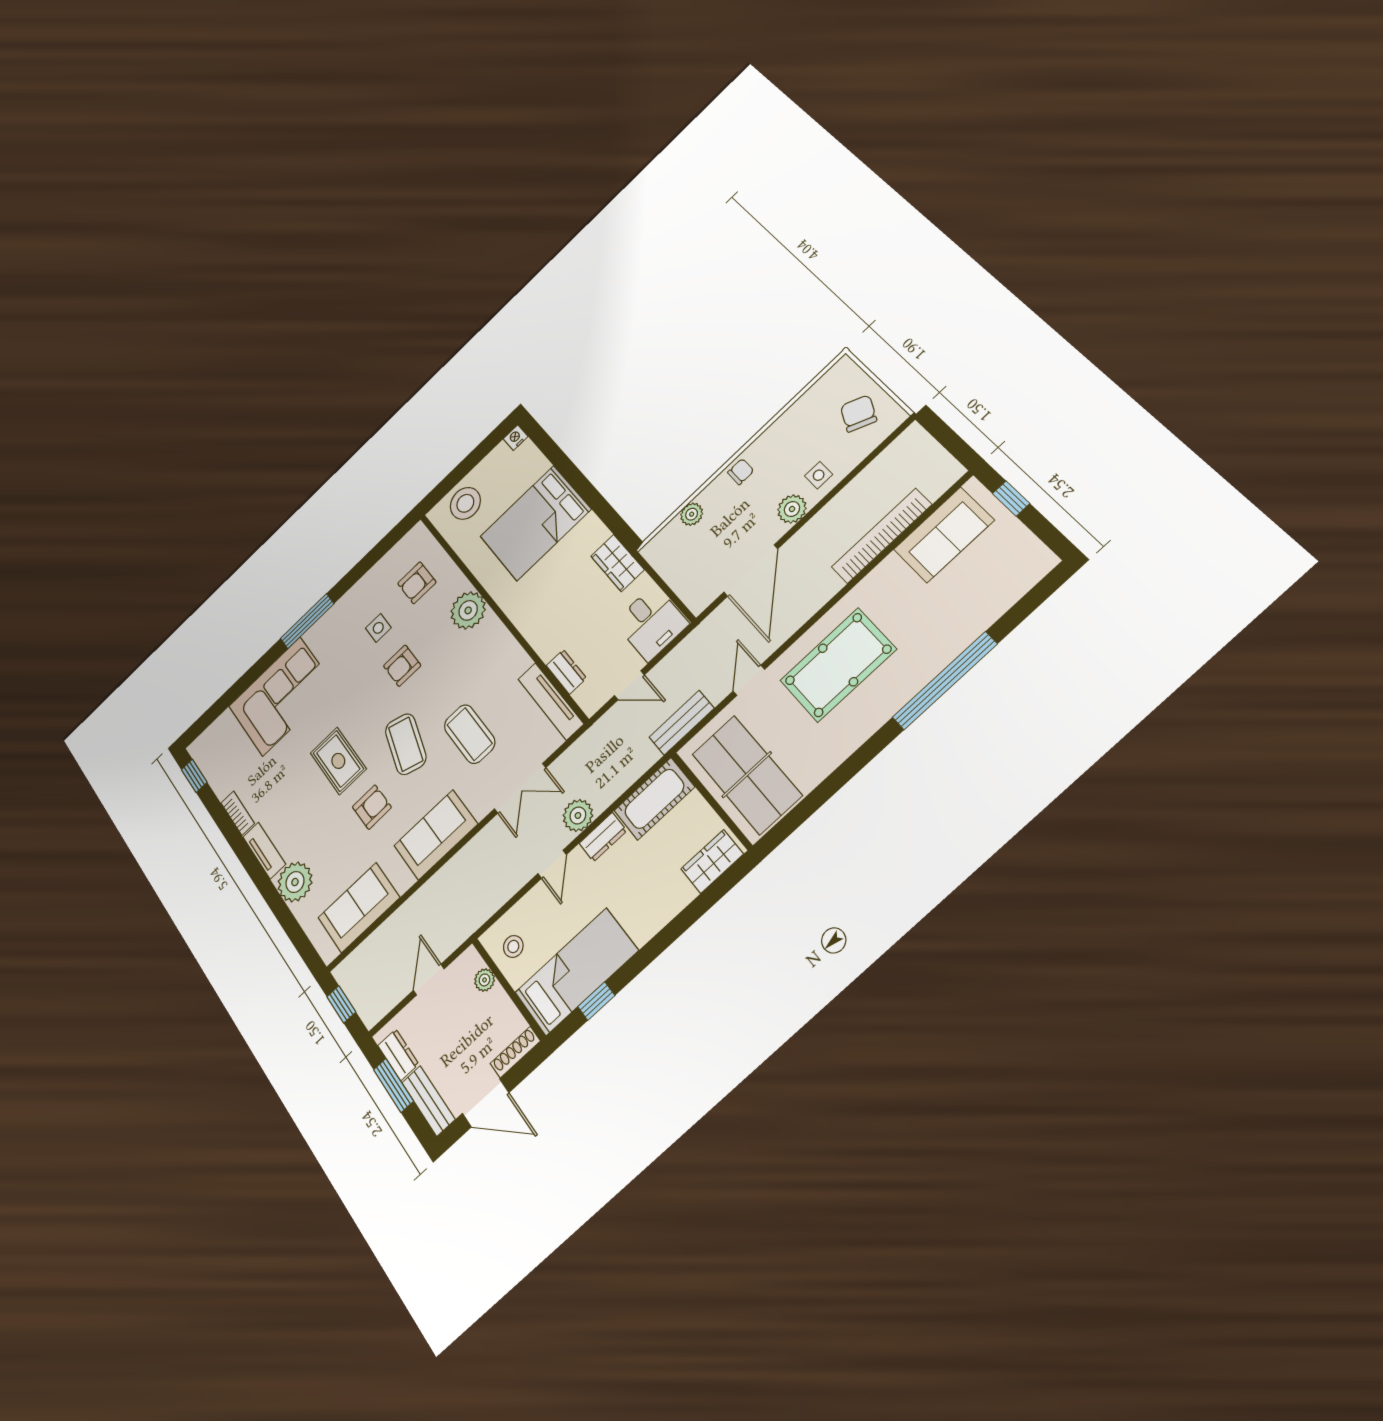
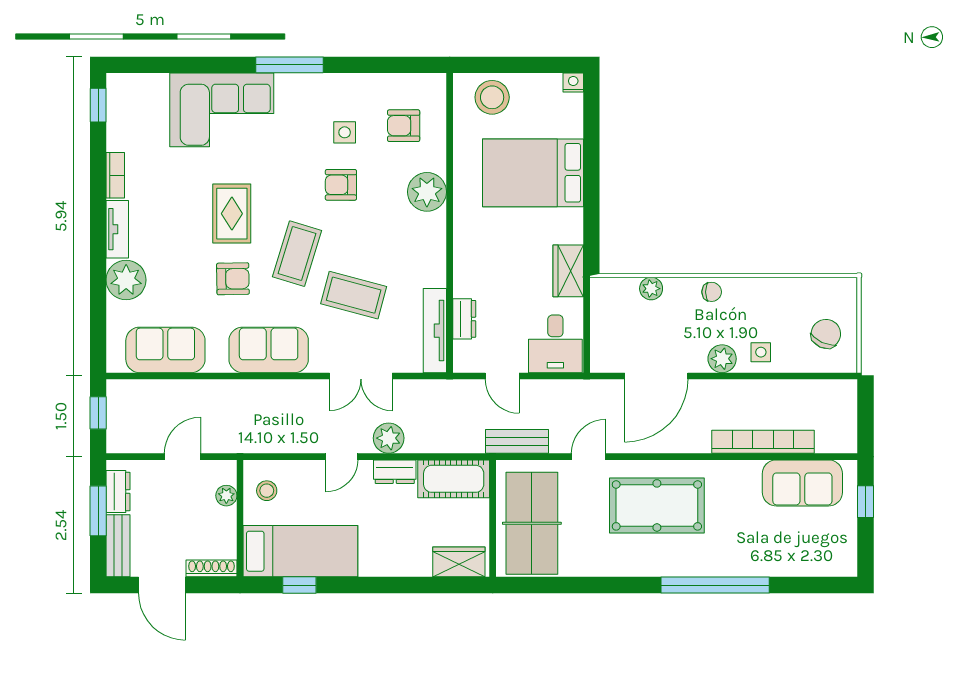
coffee table: (470, 734) -> (354, 295), turned -75

